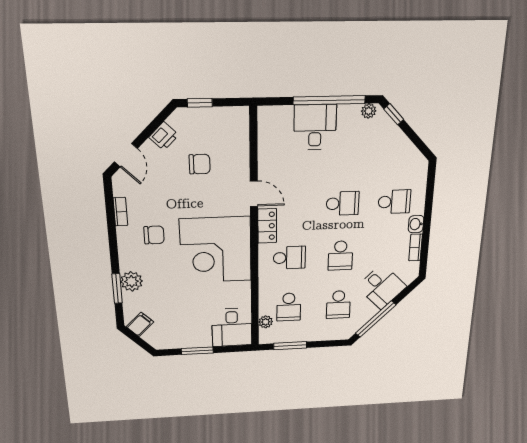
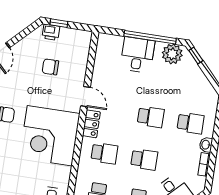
plant: (369, 111) -> (172, 54), width x1.88, depth x1.88
printer: (164, 136) -> (51, 32), moved, turned 45
chair: (200, 164) -> (50, 67), turned 180
school desk: (340, 256) -> (144, 159), turned -90

